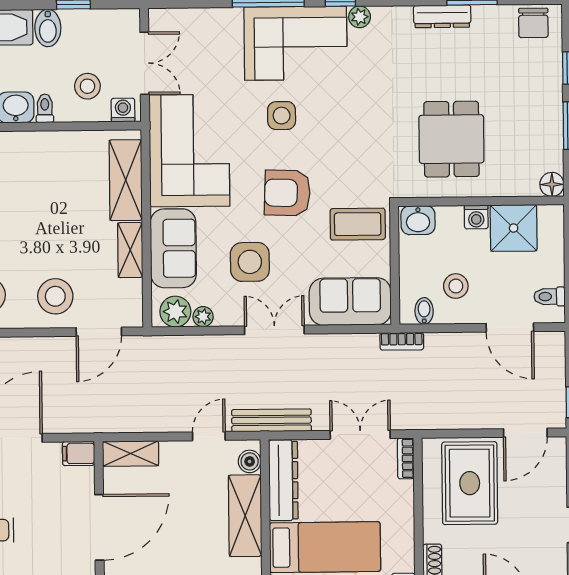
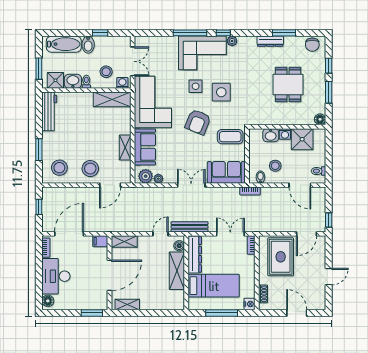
dining table: (451, 139) -> (288, 85), moved
shelving: (126, 180) -> (112, 99), moved, turned 90
armchair: (287, 193) -> (198, 122), turned -70
washbasin: (418, 220) -> (271, 135), moved
side table: (250, 262) -> (221, 92), moved

